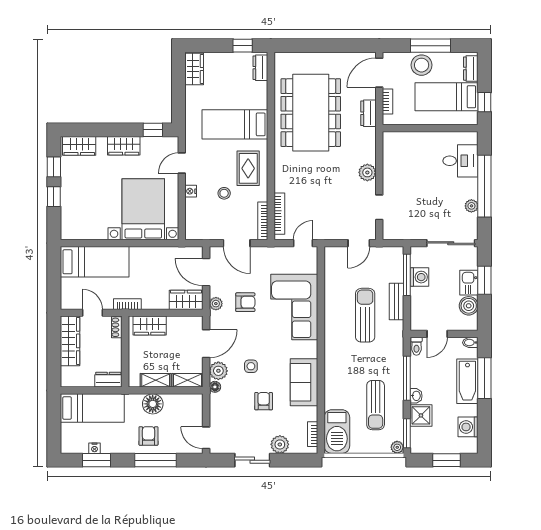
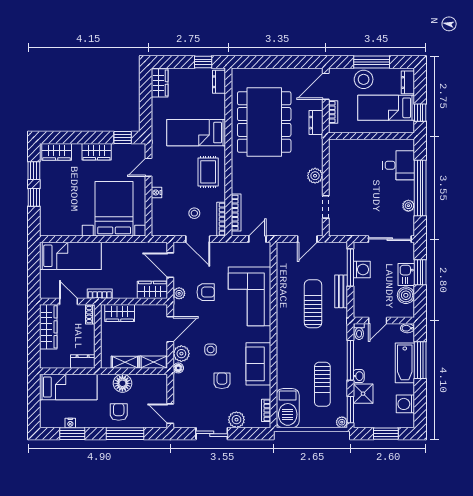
stool: (224, 193) -> (194, 213), moved

